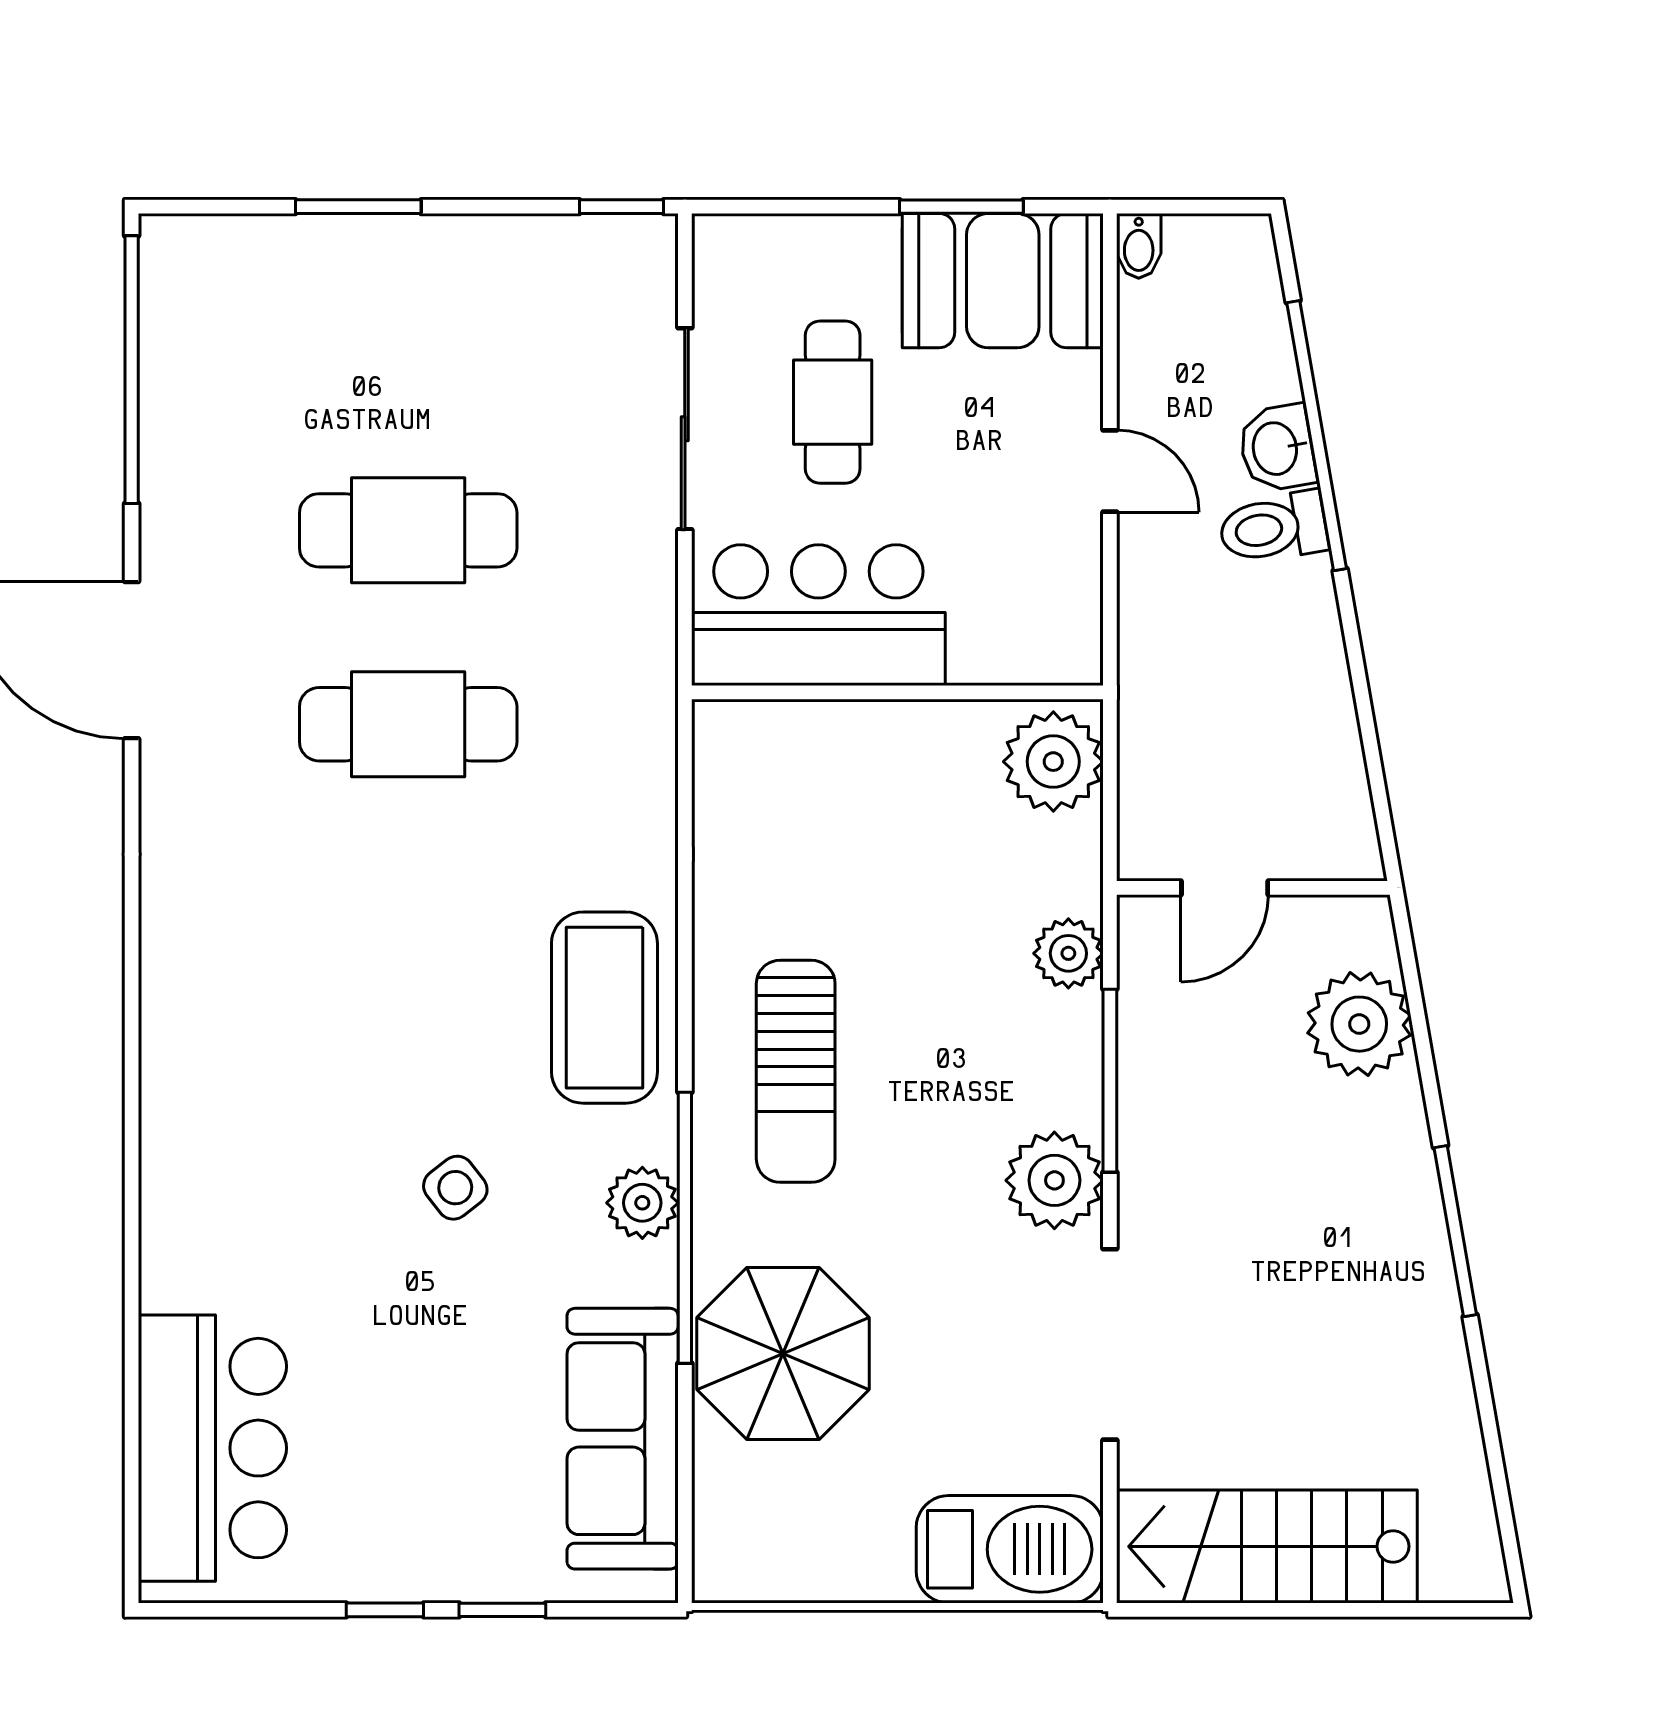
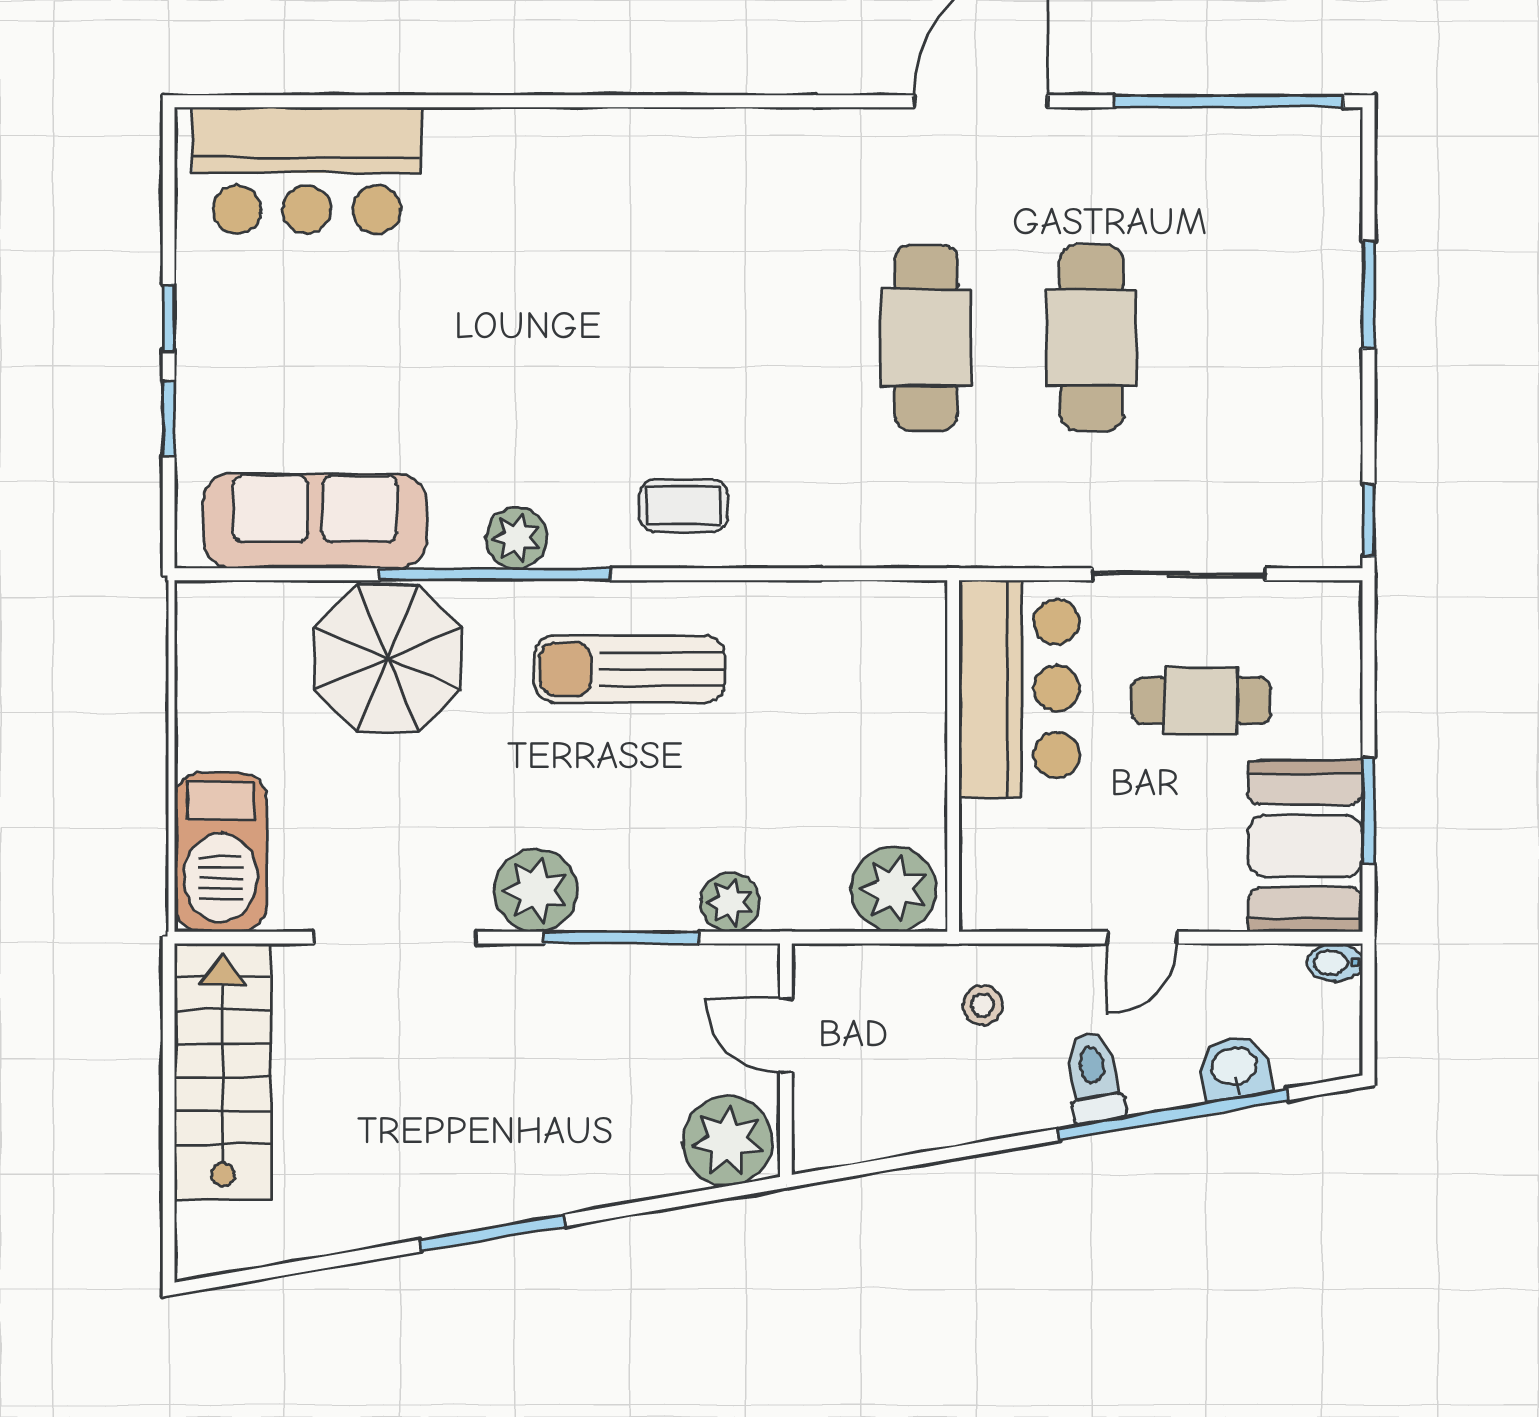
washbasin: (1277, 448) -> (1235, 1068), moved
stool: (1189, 658) -> (983, 1005), added
coffee table: (604, 1008) -> (684, 506), width x0.54, depth x0.58
plant: (1359, 1024) -> (727, 1141), moved
side table: (455, 1188) -> (530, 378), removed

